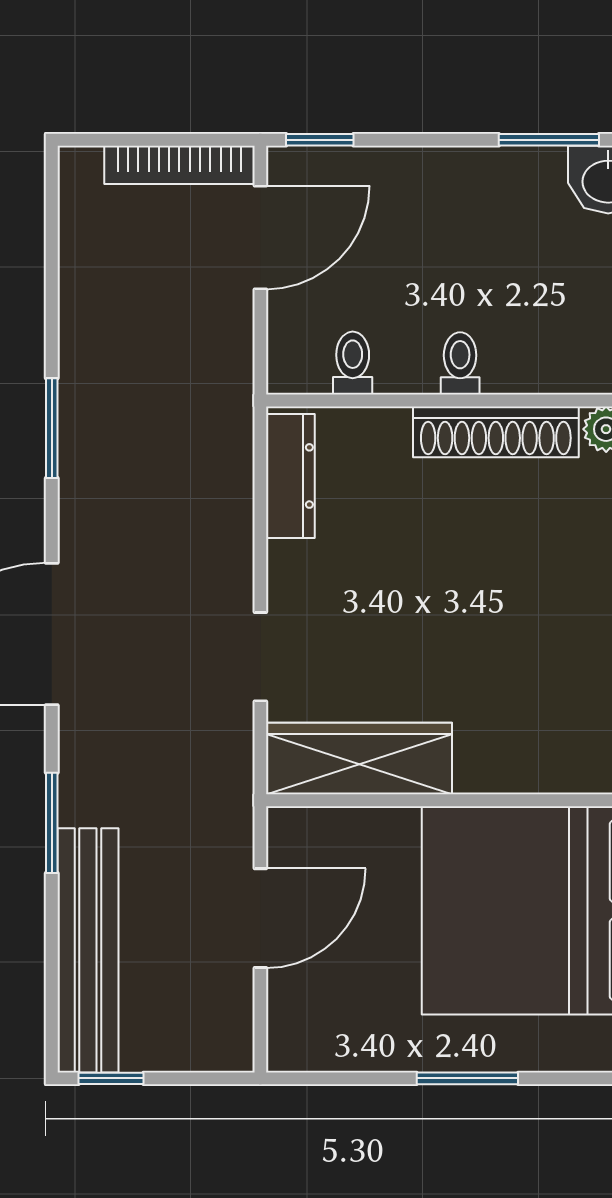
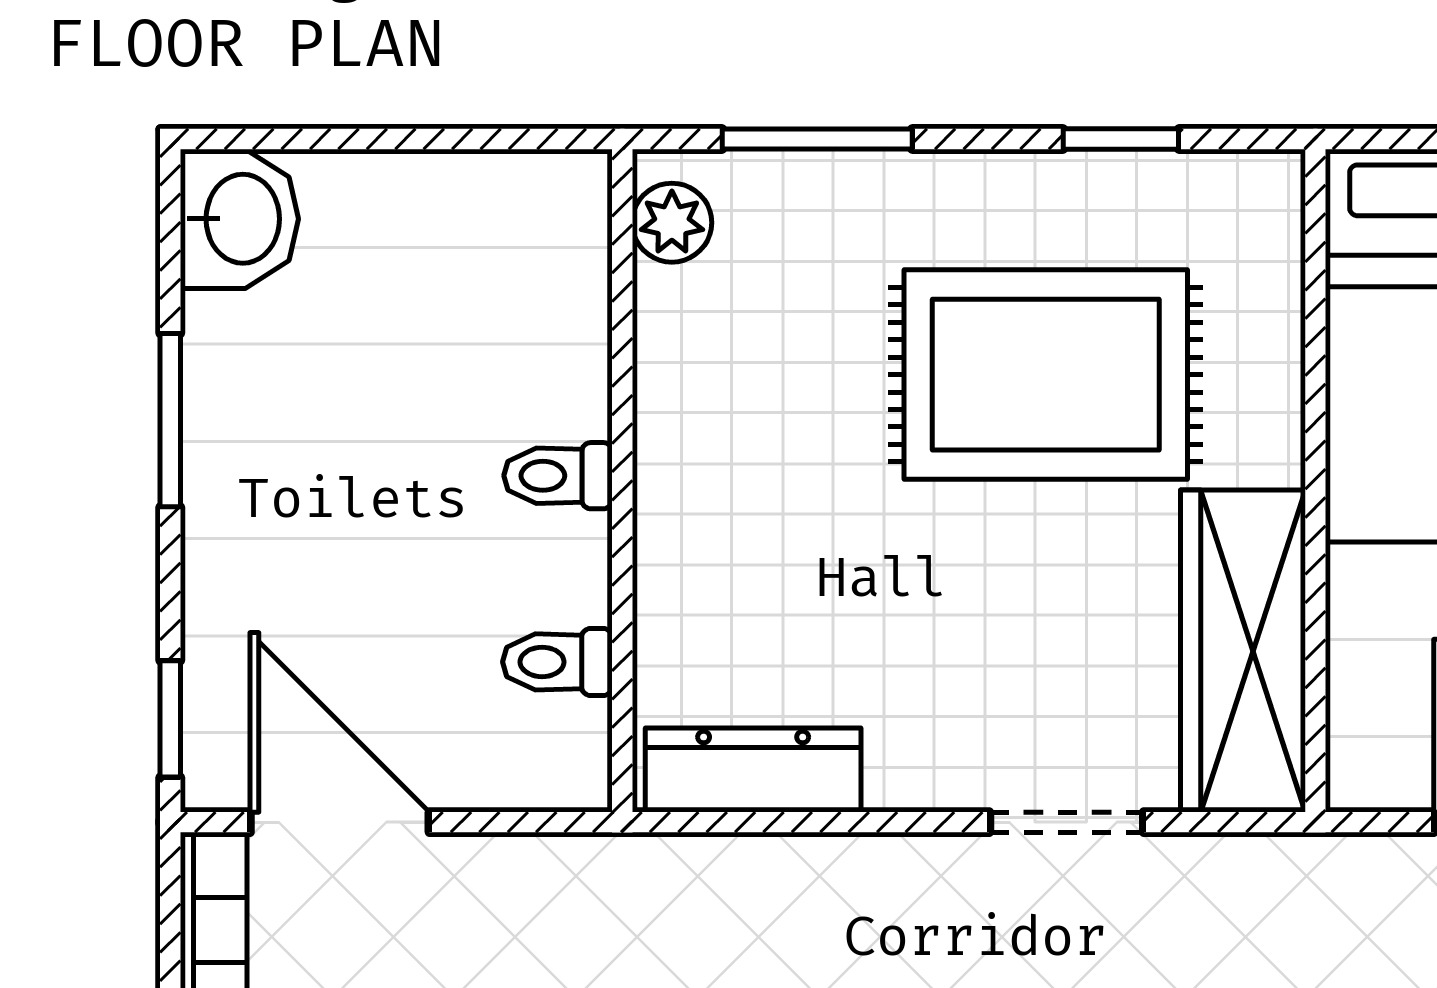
window: (549, 140) -> (170, 420), moved
shoe rack: (496, 432) -> (677, 414), removed
rug: (518, 645) -> (1046, 375), added

